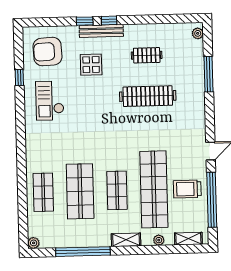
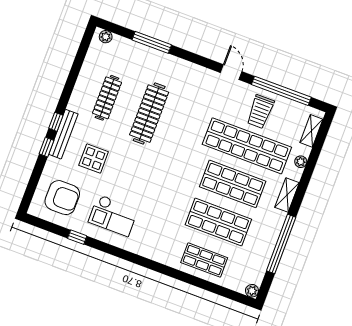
armchair: (47, 52) -> (62, 198), turned -87
clothes rail: (147, 55) -> (107, 98), width x1.36
shop shelf: (117, 190) -> (233, 184), width x1.43, depth x1.36

